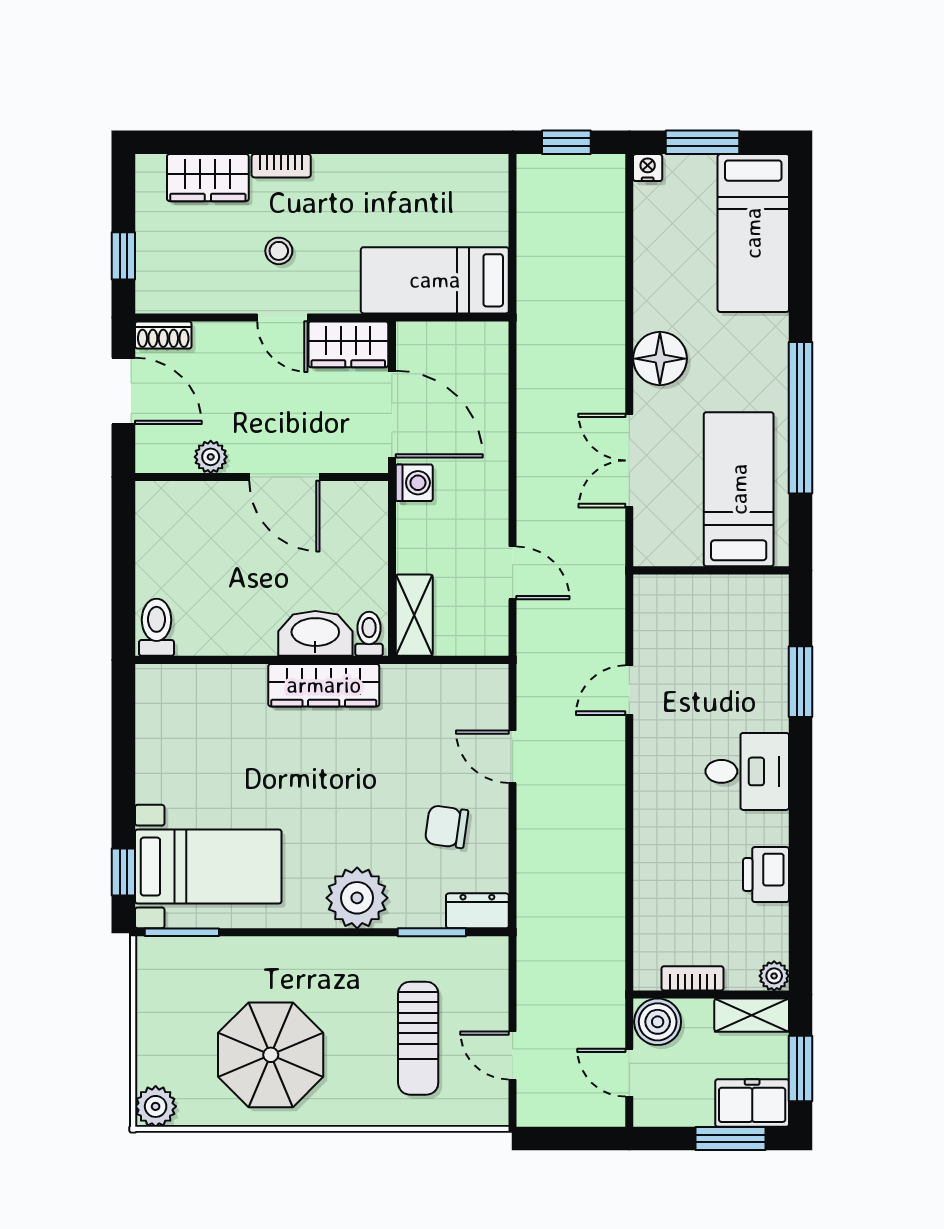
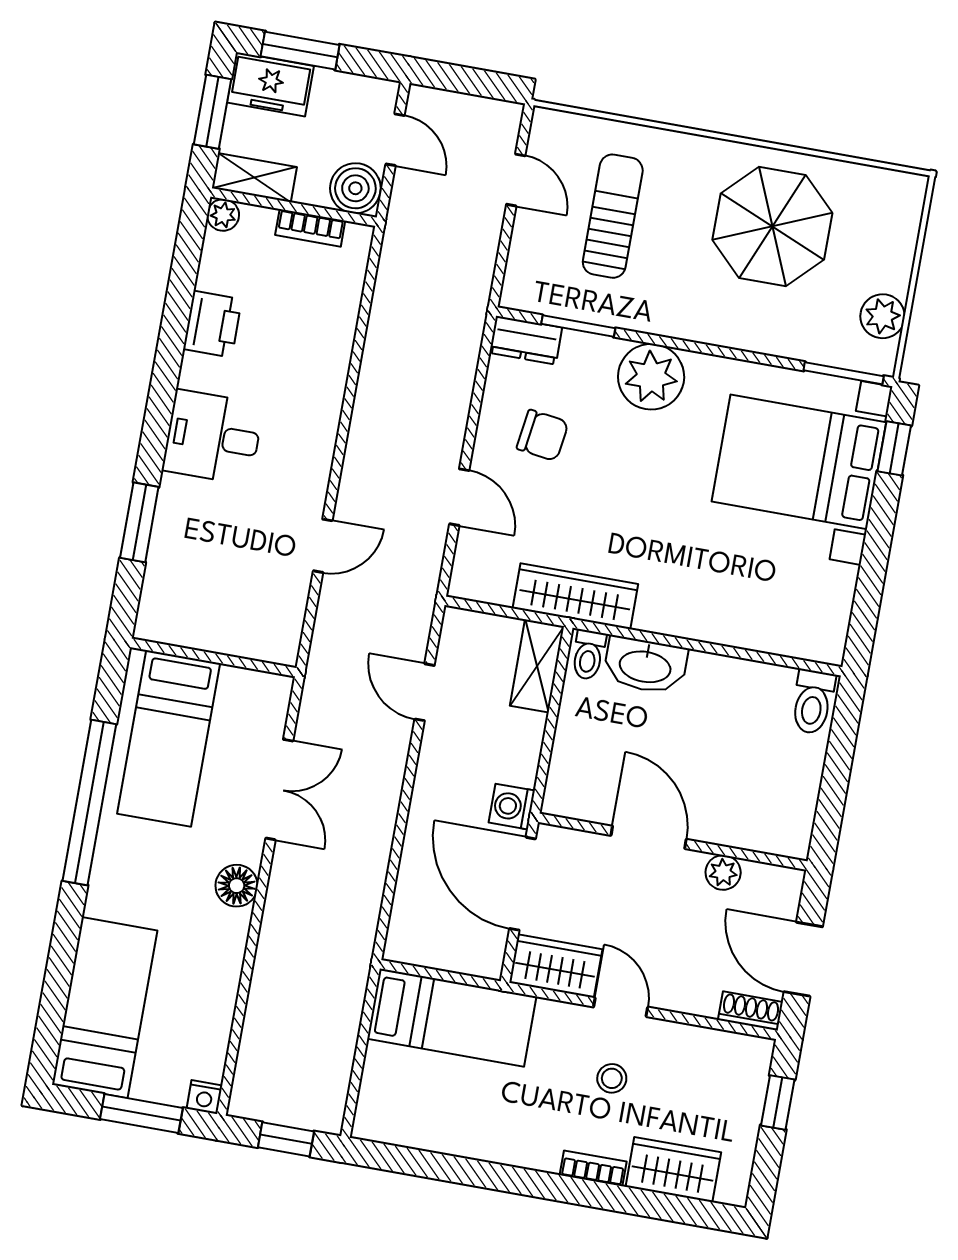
floor lamp: (660, 359) -> (237, 886), width x0.73, depth x0.73
wardrobe: (324, 685) -> (575, 596), moved
bed with nightstands: (208, 867) -> (799, 462), width x1.36
plant: (156, 1106) -> (883, 316), moved

